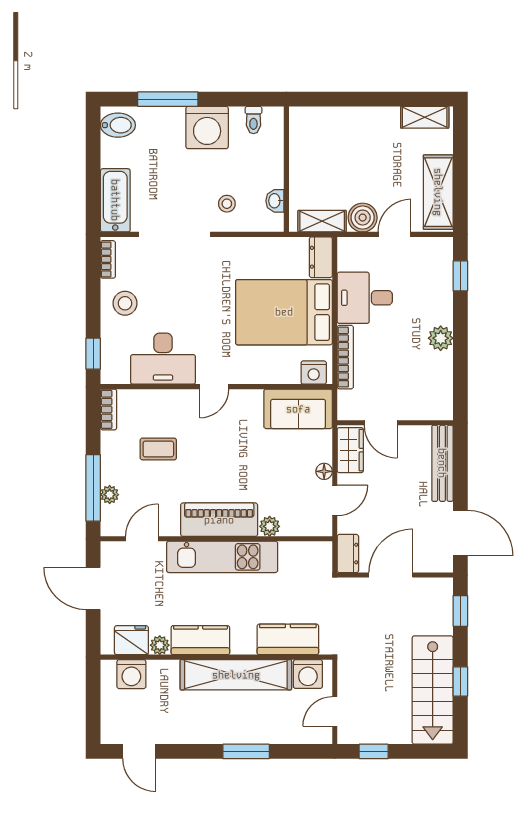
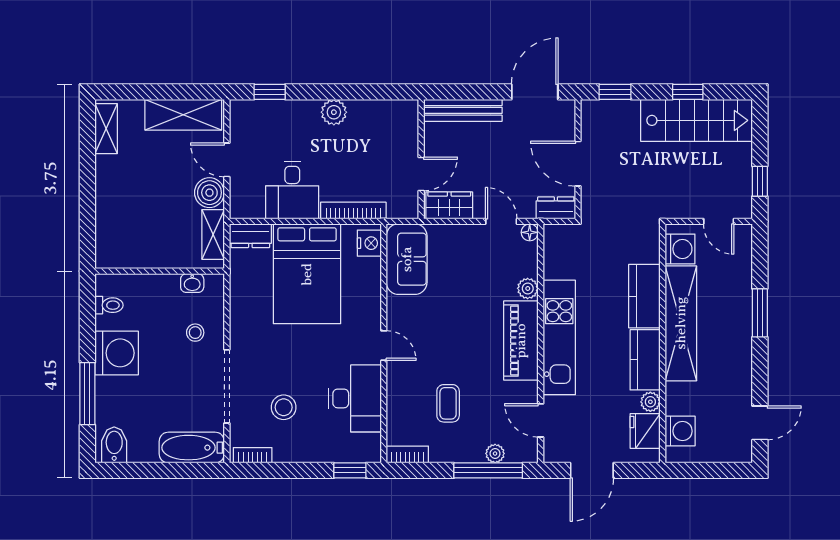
stool: (125, 303) -> (284, 407), moved
floor lamp: (324, 471) -> (530, 232), moved
kitchen counter: (288, 639) -> (644, 296), moved

